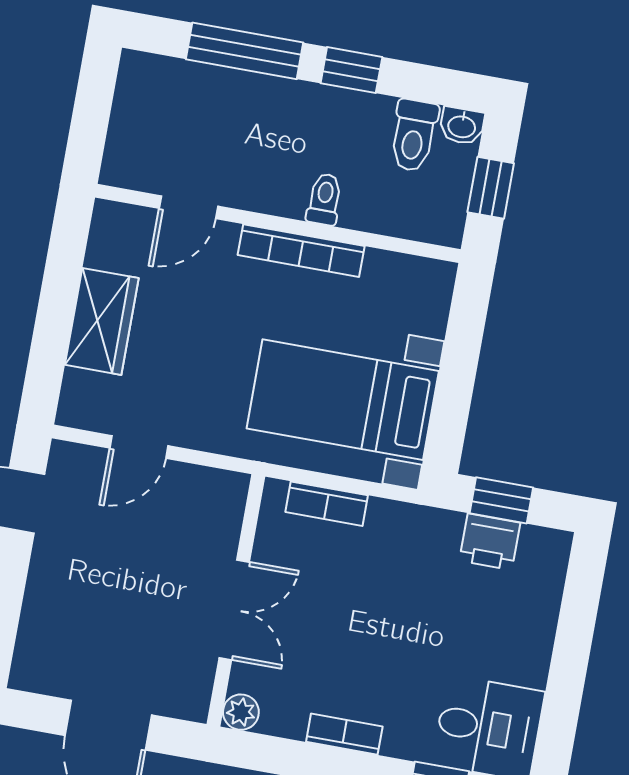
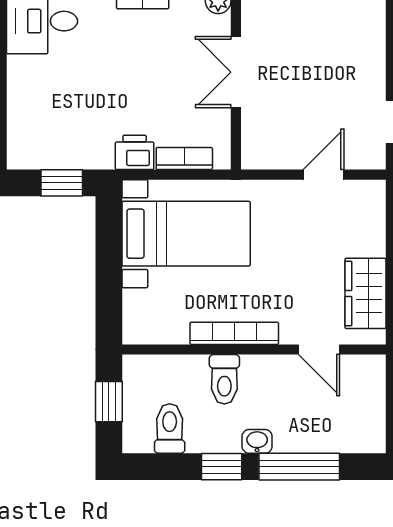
washbasin: (462, 126) -> (257, 441), moved
toilet: (324, 199) -> (224, 379), width x1.37, depth x1.39
door: (188, 207) -> (319, 350), swing flipped
wardrobe: (102, 321) -> (366, 293), moved
printer: (490, 542) -> (135, 152), moved

